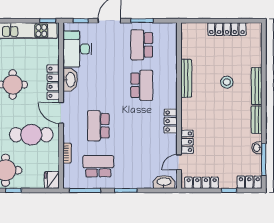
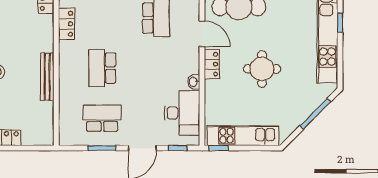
school desk: (142, 45) -> (102, 118), turned -90
washbasin: (70, 80) -> (194, 82), width x0.52, depth x0.69
locker: (53, 82) -> (212, 64), width x0.66

